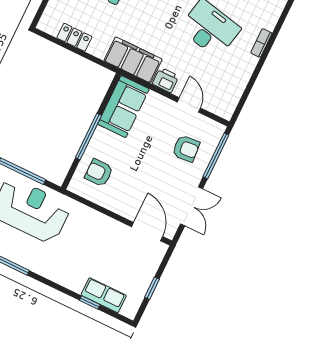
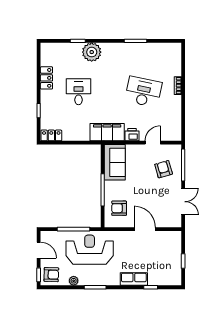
locker: (74, 37) -> (51, 135), moved
door: (189, 105) -> (153, 143), hinge flipped
armchair: (186, 149) -> (164, 169), turned -101
door: (147, 232) -> (145, 229), moved
row of seats: (104, 295) -> (134, 279), moved

